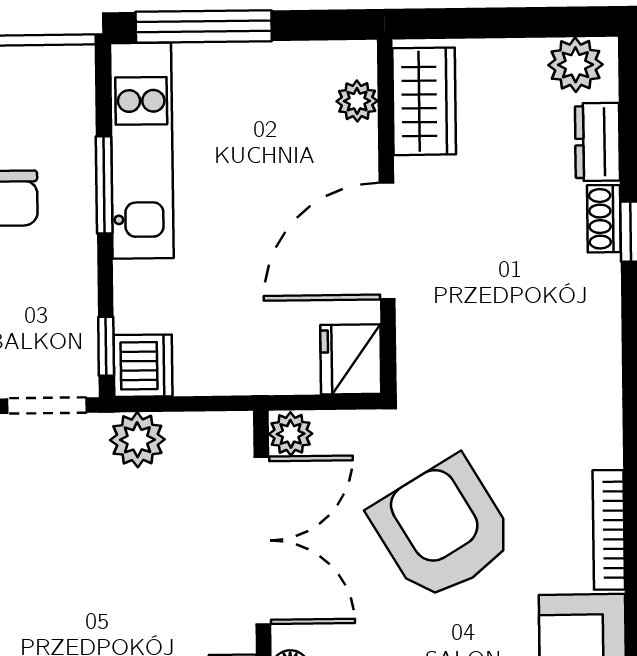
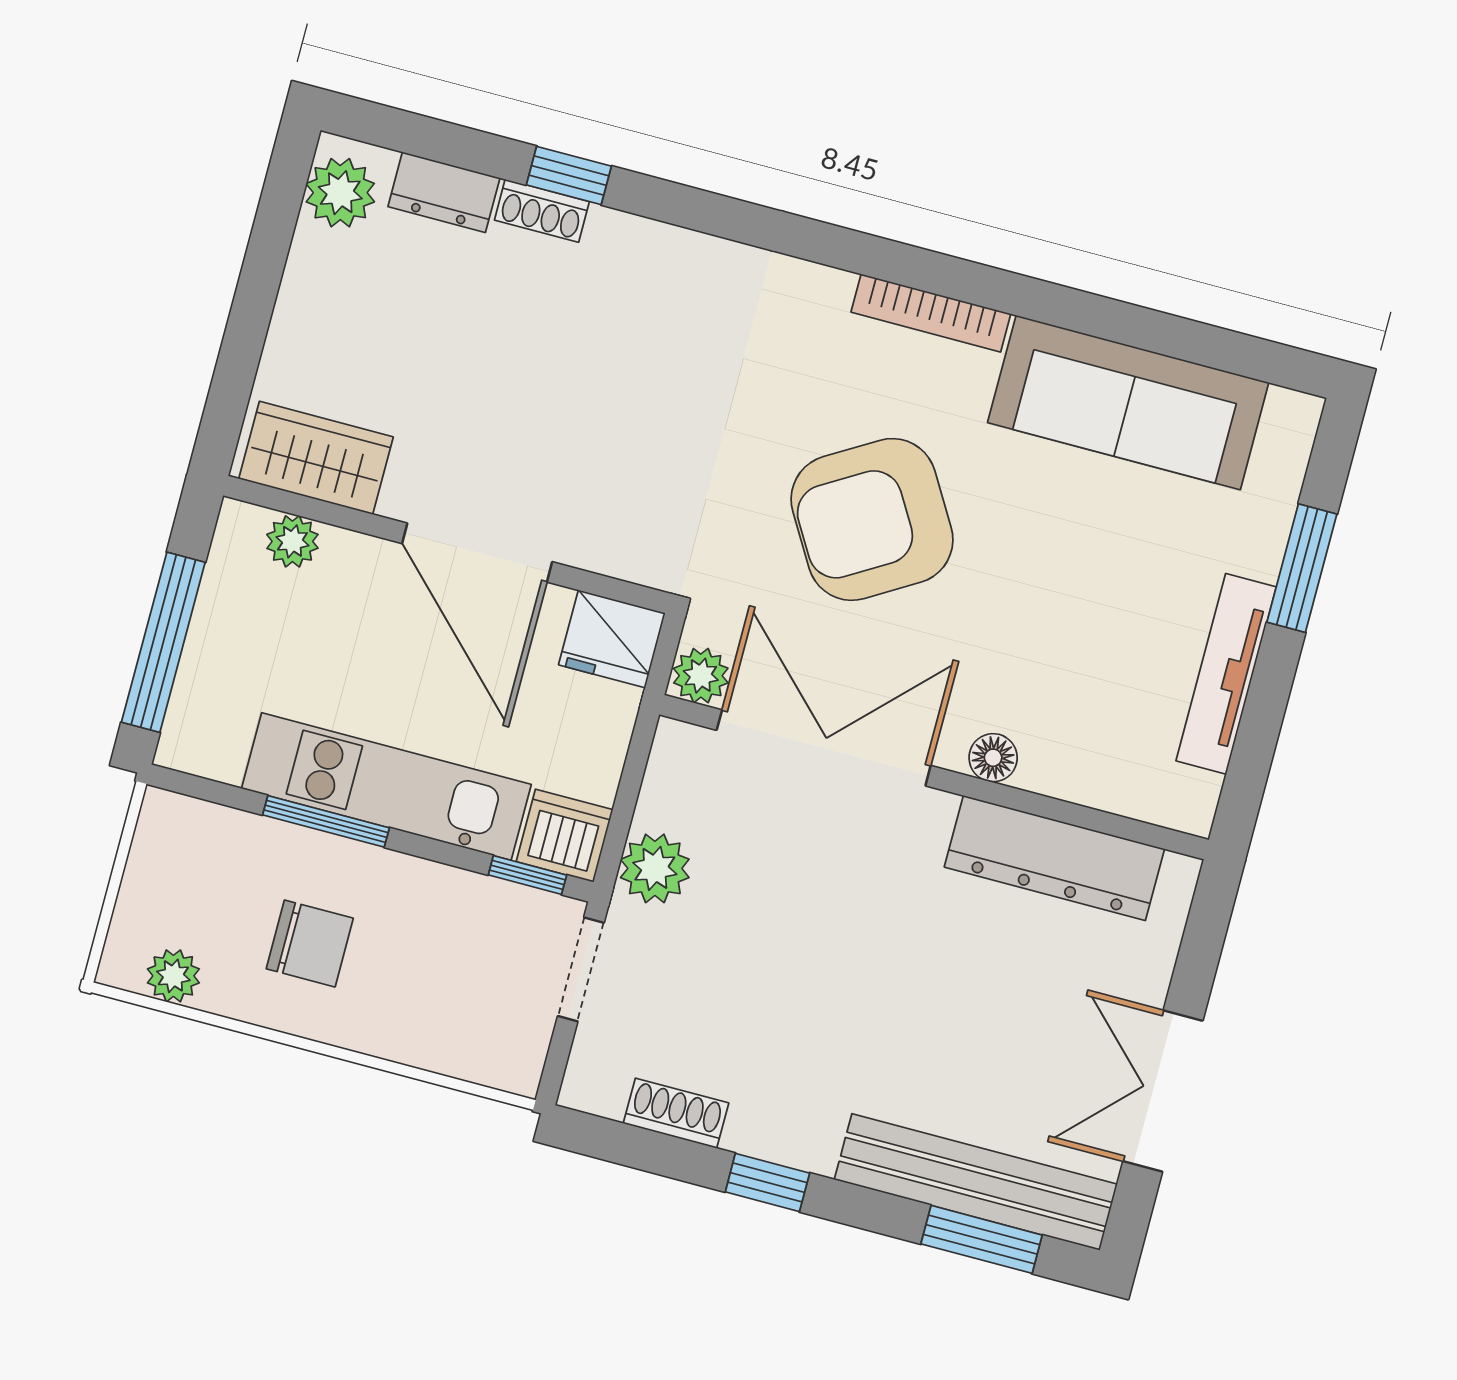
plant: (357, 101) -> (292, 541), moved
wardrobe: (424, 101) -> (316, 458), moved
kitchen unit: (142, 151) -> (386, 786), moved
wall: (387, 217) -> (447, 545), moved
door: (387, 241) -> (477, 553), moved
fridge: (351, 359) -> (612, 639), moved

